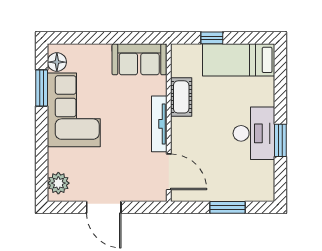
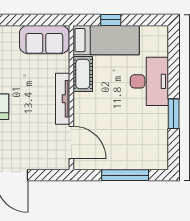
bed: (239, 60) -> (106, 40), moved, turned 180
desk: (254, 133) -> (149, 81), moved
window: (227, 207) -> (125, 175), width x1.44

